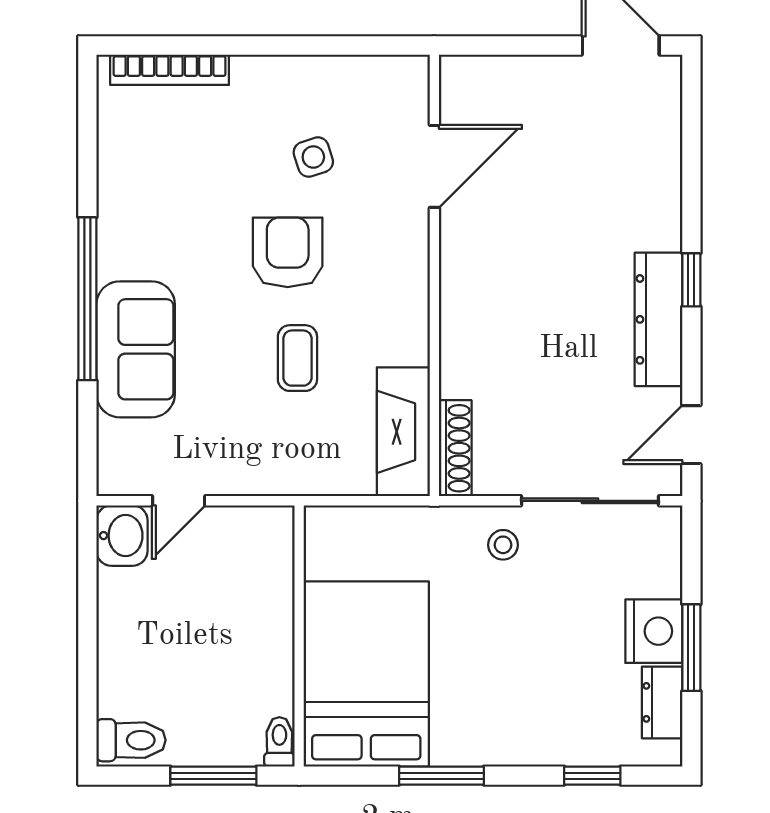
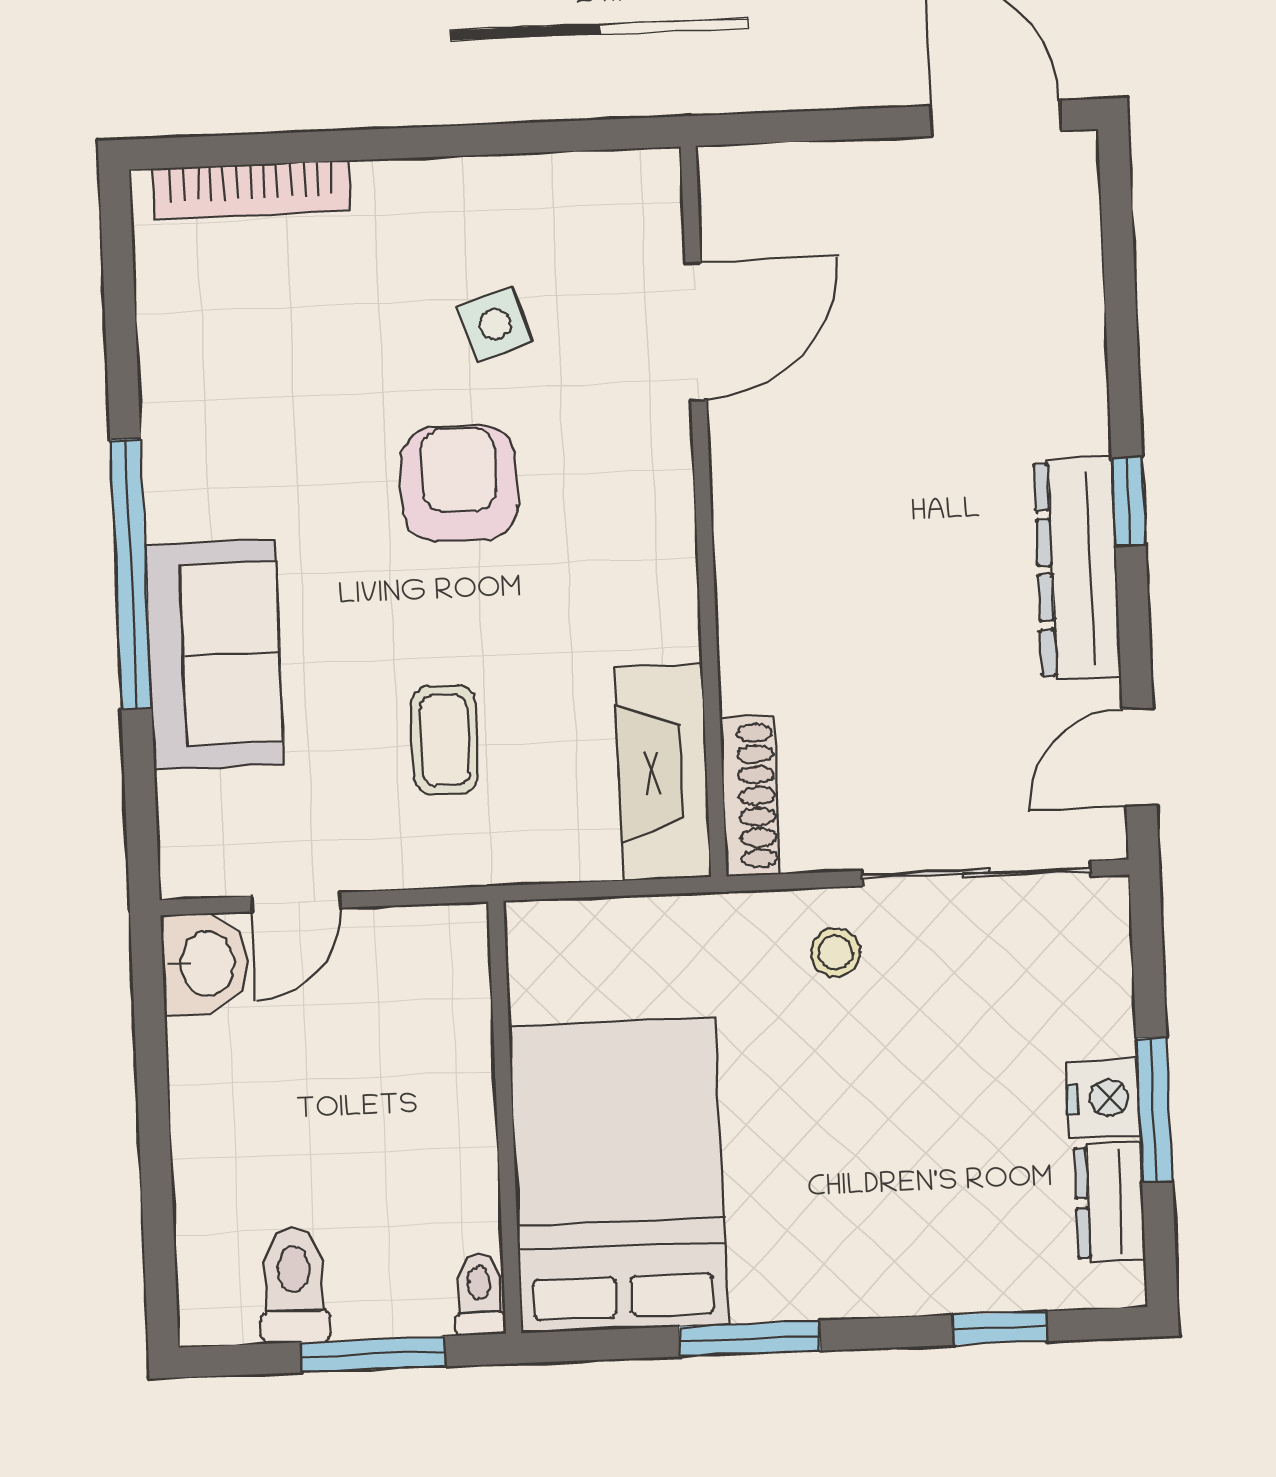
coffee table: (297, 358) -> (445, 740), moved
nightstand: (654, 631) -> (1103, 1098), width x0.74, depth x0.75
toilet: (131, 740) -> (294, 1285), moved, turned -90

